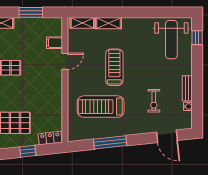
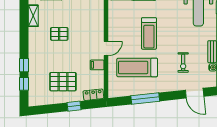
filing cabinet: (54, 43) -> (97, 65), moved
door: (65, 61) -> (106, 48), moved
treadmill: (114, 67) -> (149, 33), turned 180

